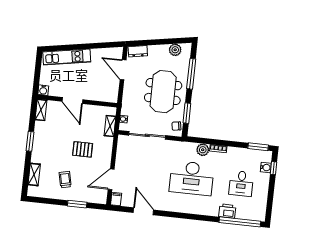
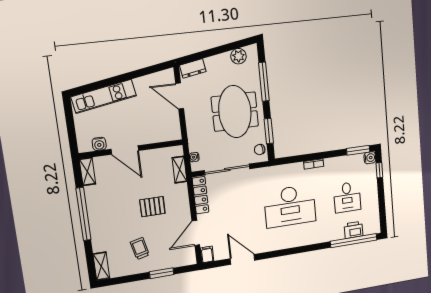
water cooler: (43, 90) -> (99, 144), moved
window: (30, 141) -> (83, 214), width x2.11
locker: (122, 150) -> (201, 195), added
plant: (203, 150) -> (296, 170), removed
water cooler: (266, 167) -> (370, 158), moved
shelving: (34, 174) -> (101, 266), moved
printer: (227, 211) -> (354, 230), moved

